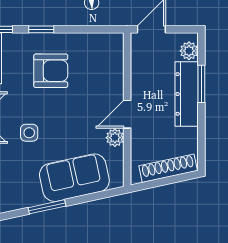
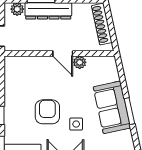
armchair: (51, 71) -> (47, 112), moved
sofa: (74, 178) -> (112, 107), moved

